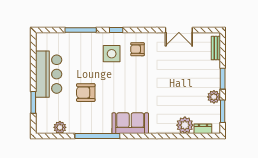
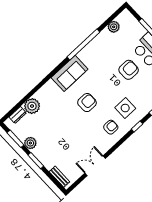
armchair: (138, 87) -> (87, 103), added
armchair: (86, 93) -> (129, 70), moved

